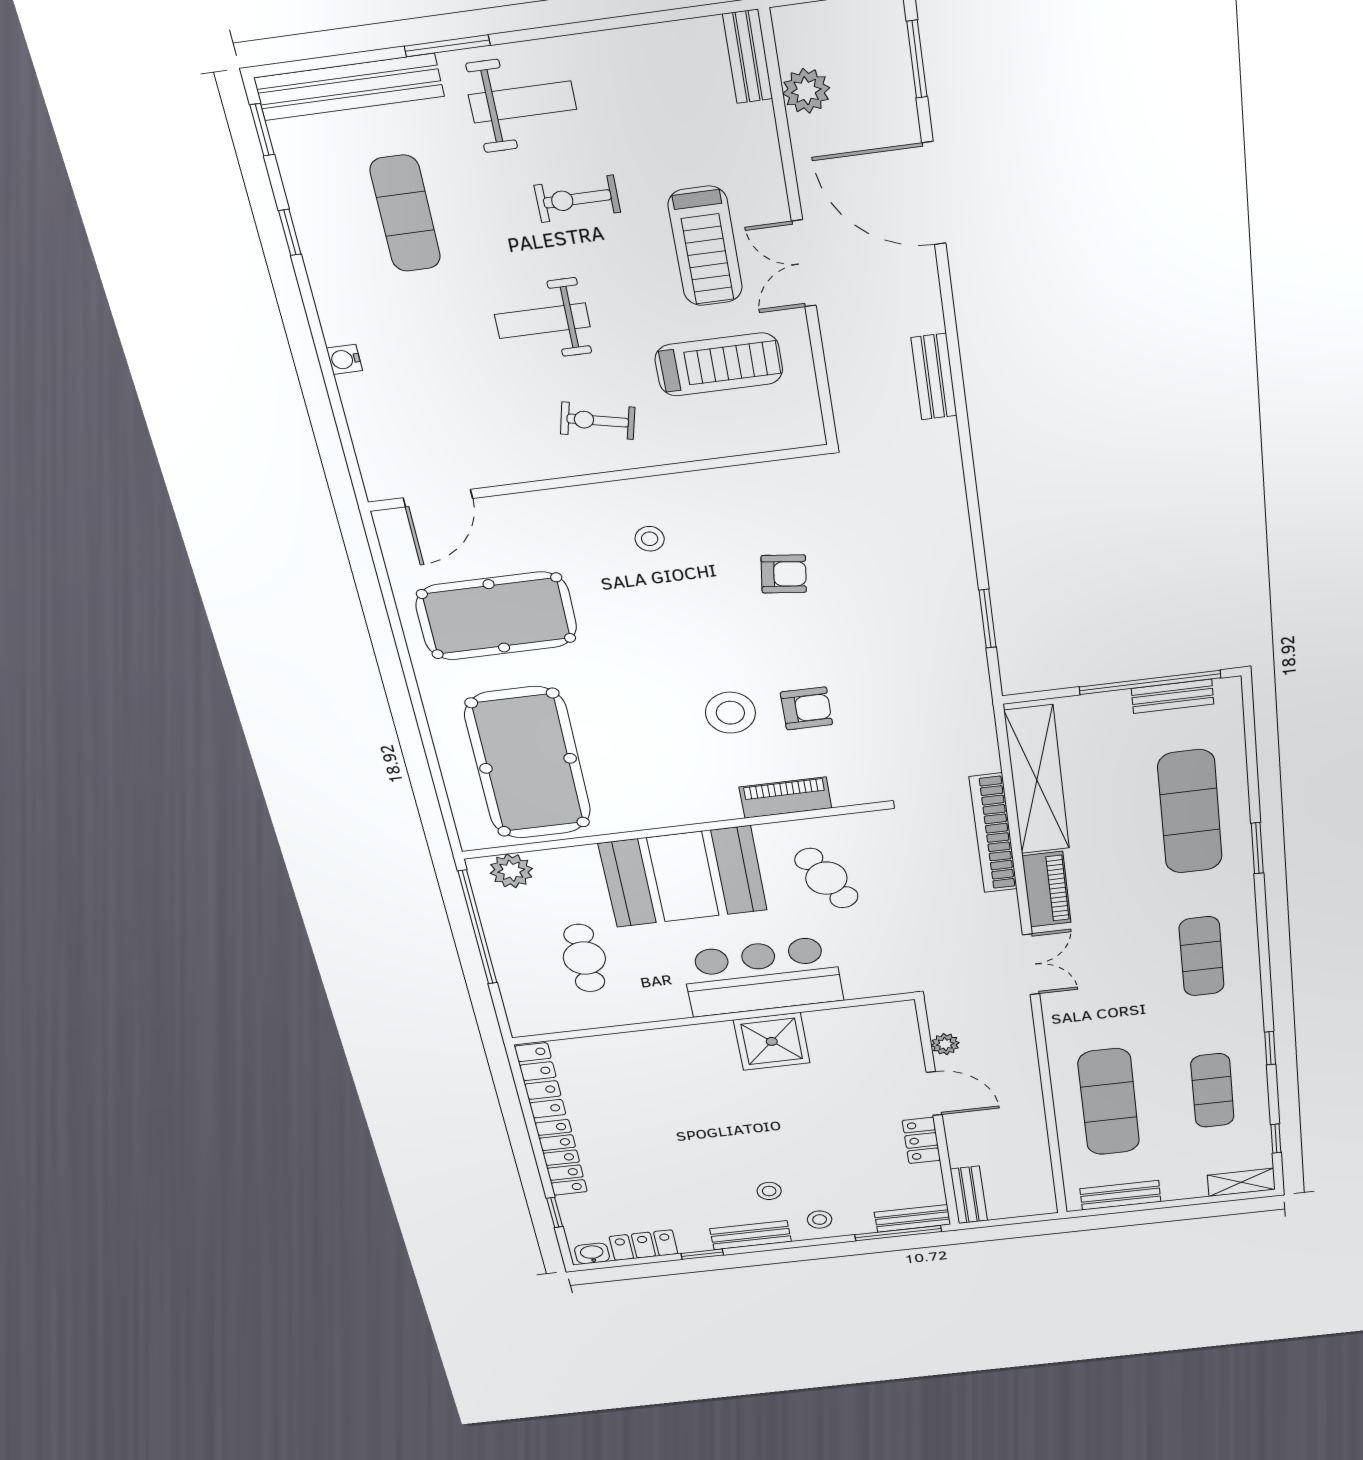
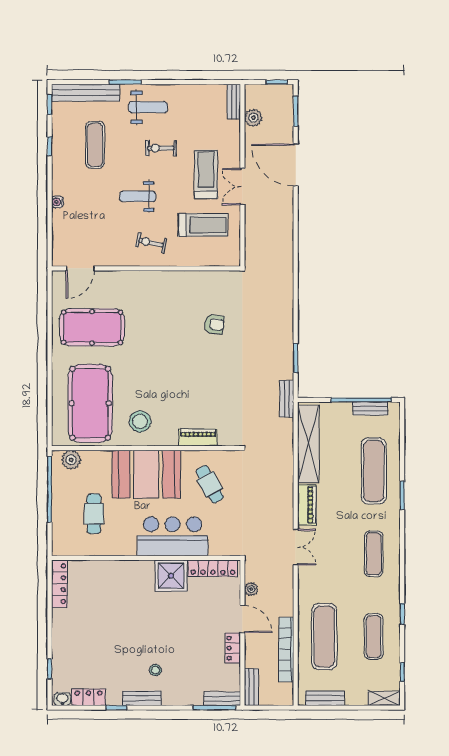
treadmill: (705, 246) -> (206, 174), turned 180
bench: (934, 377) -> (287, 399), moved
stool: (650, 539) -> (162, 300), removed
armchair: (806, 708) -> (214, 392), removed
stool: (730, 713) -> (140, 421), moved
bookcase: (993, 833) -> (286, 649), moved
locker: (561, 1158) -> (213, 568), moved, turned 90
stool: (820, 1220) -> (177, 693), removed

